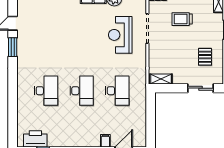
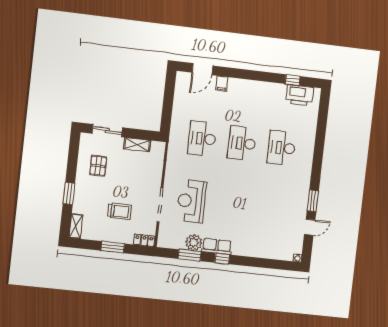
reception desk: (120, 35) -> (192, 201), turned 180
shelving: (161, 79) -> (137, 145), moved

